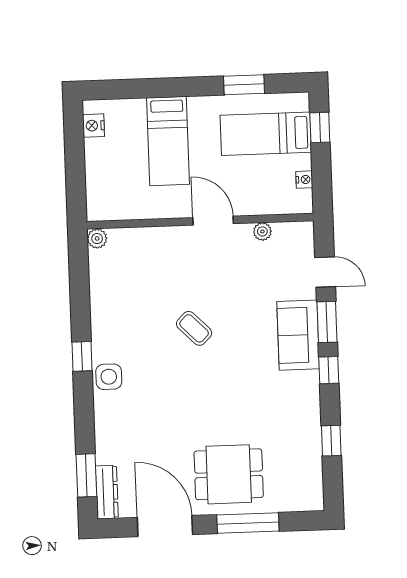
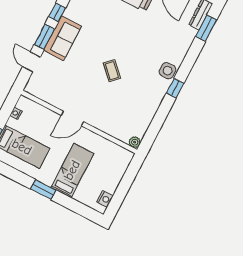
window: (244, 85) -> (43, 190), moved
door: (213, 221) -> (72, 119), hinge flipped
plant: (262, 231) -> (51, 99), removed

